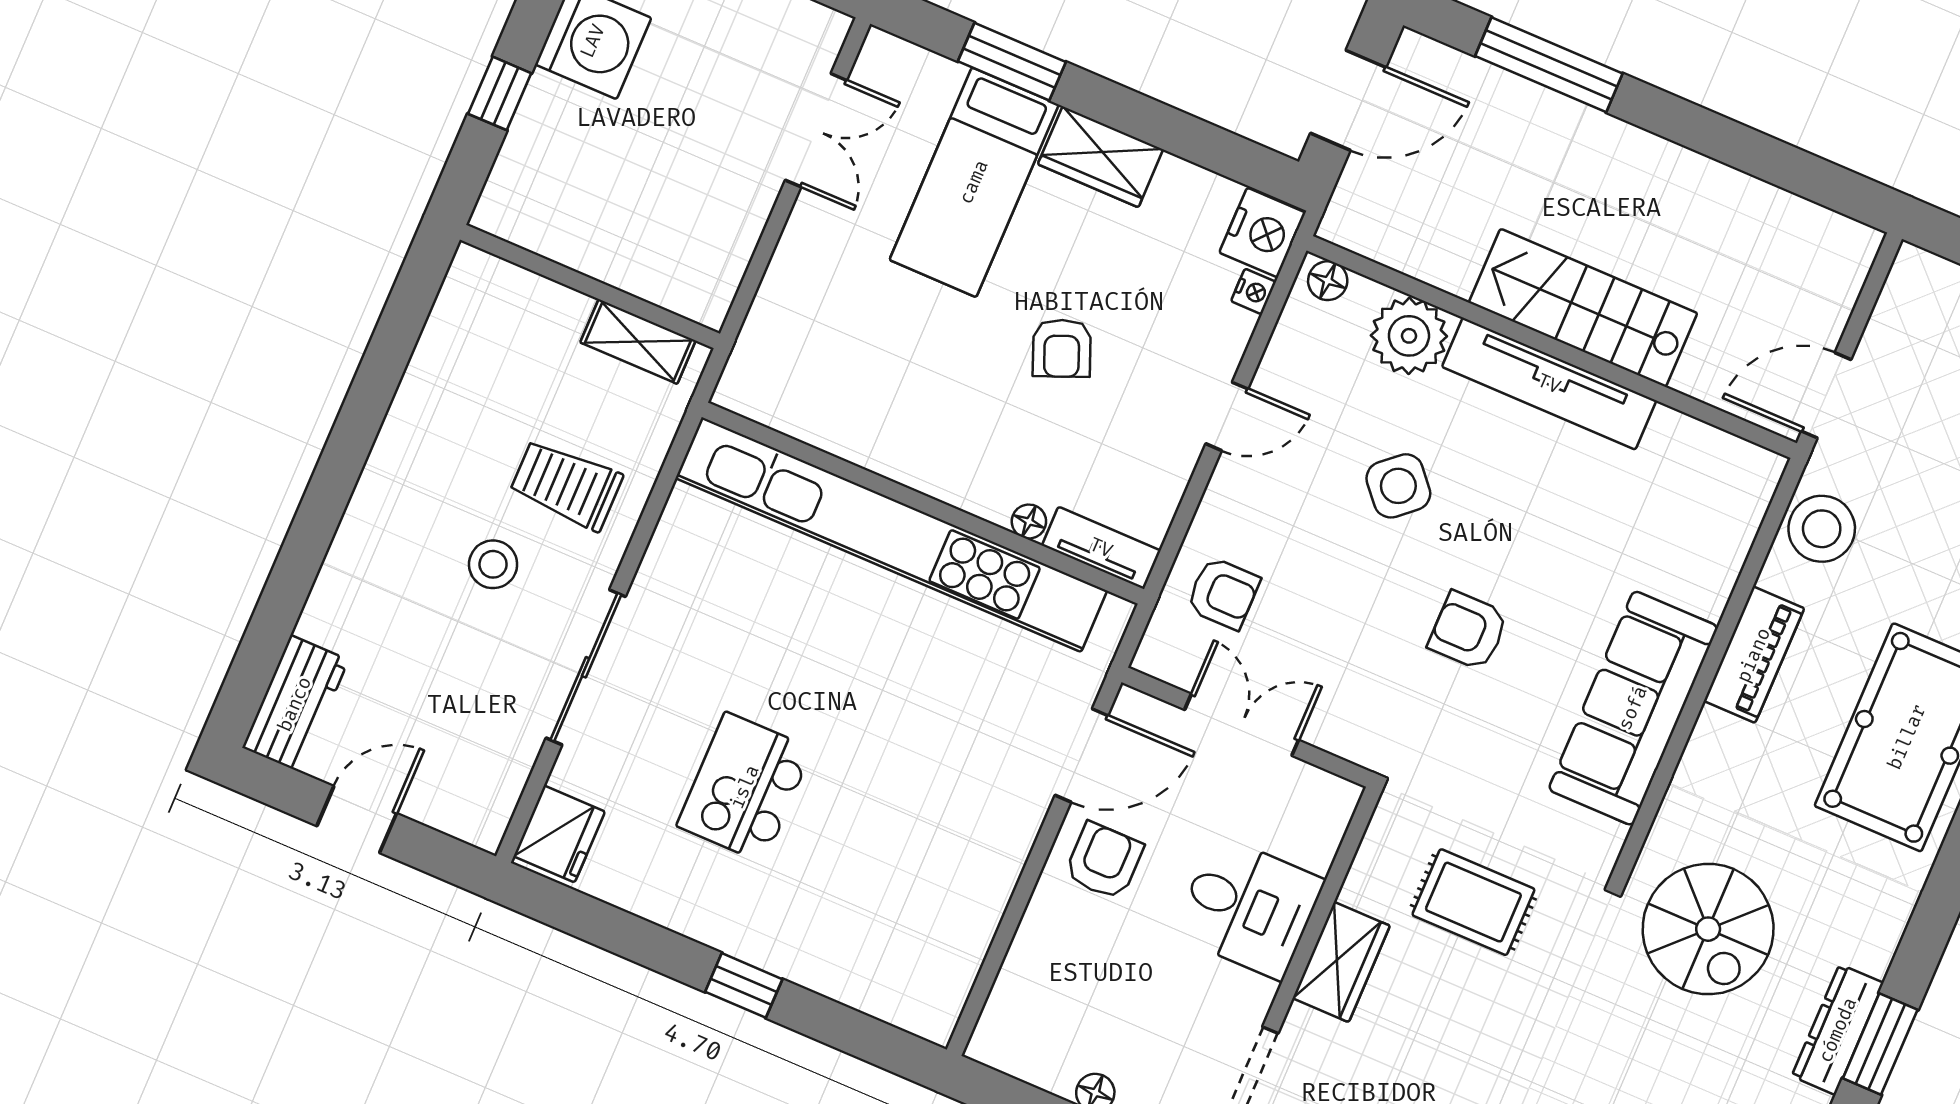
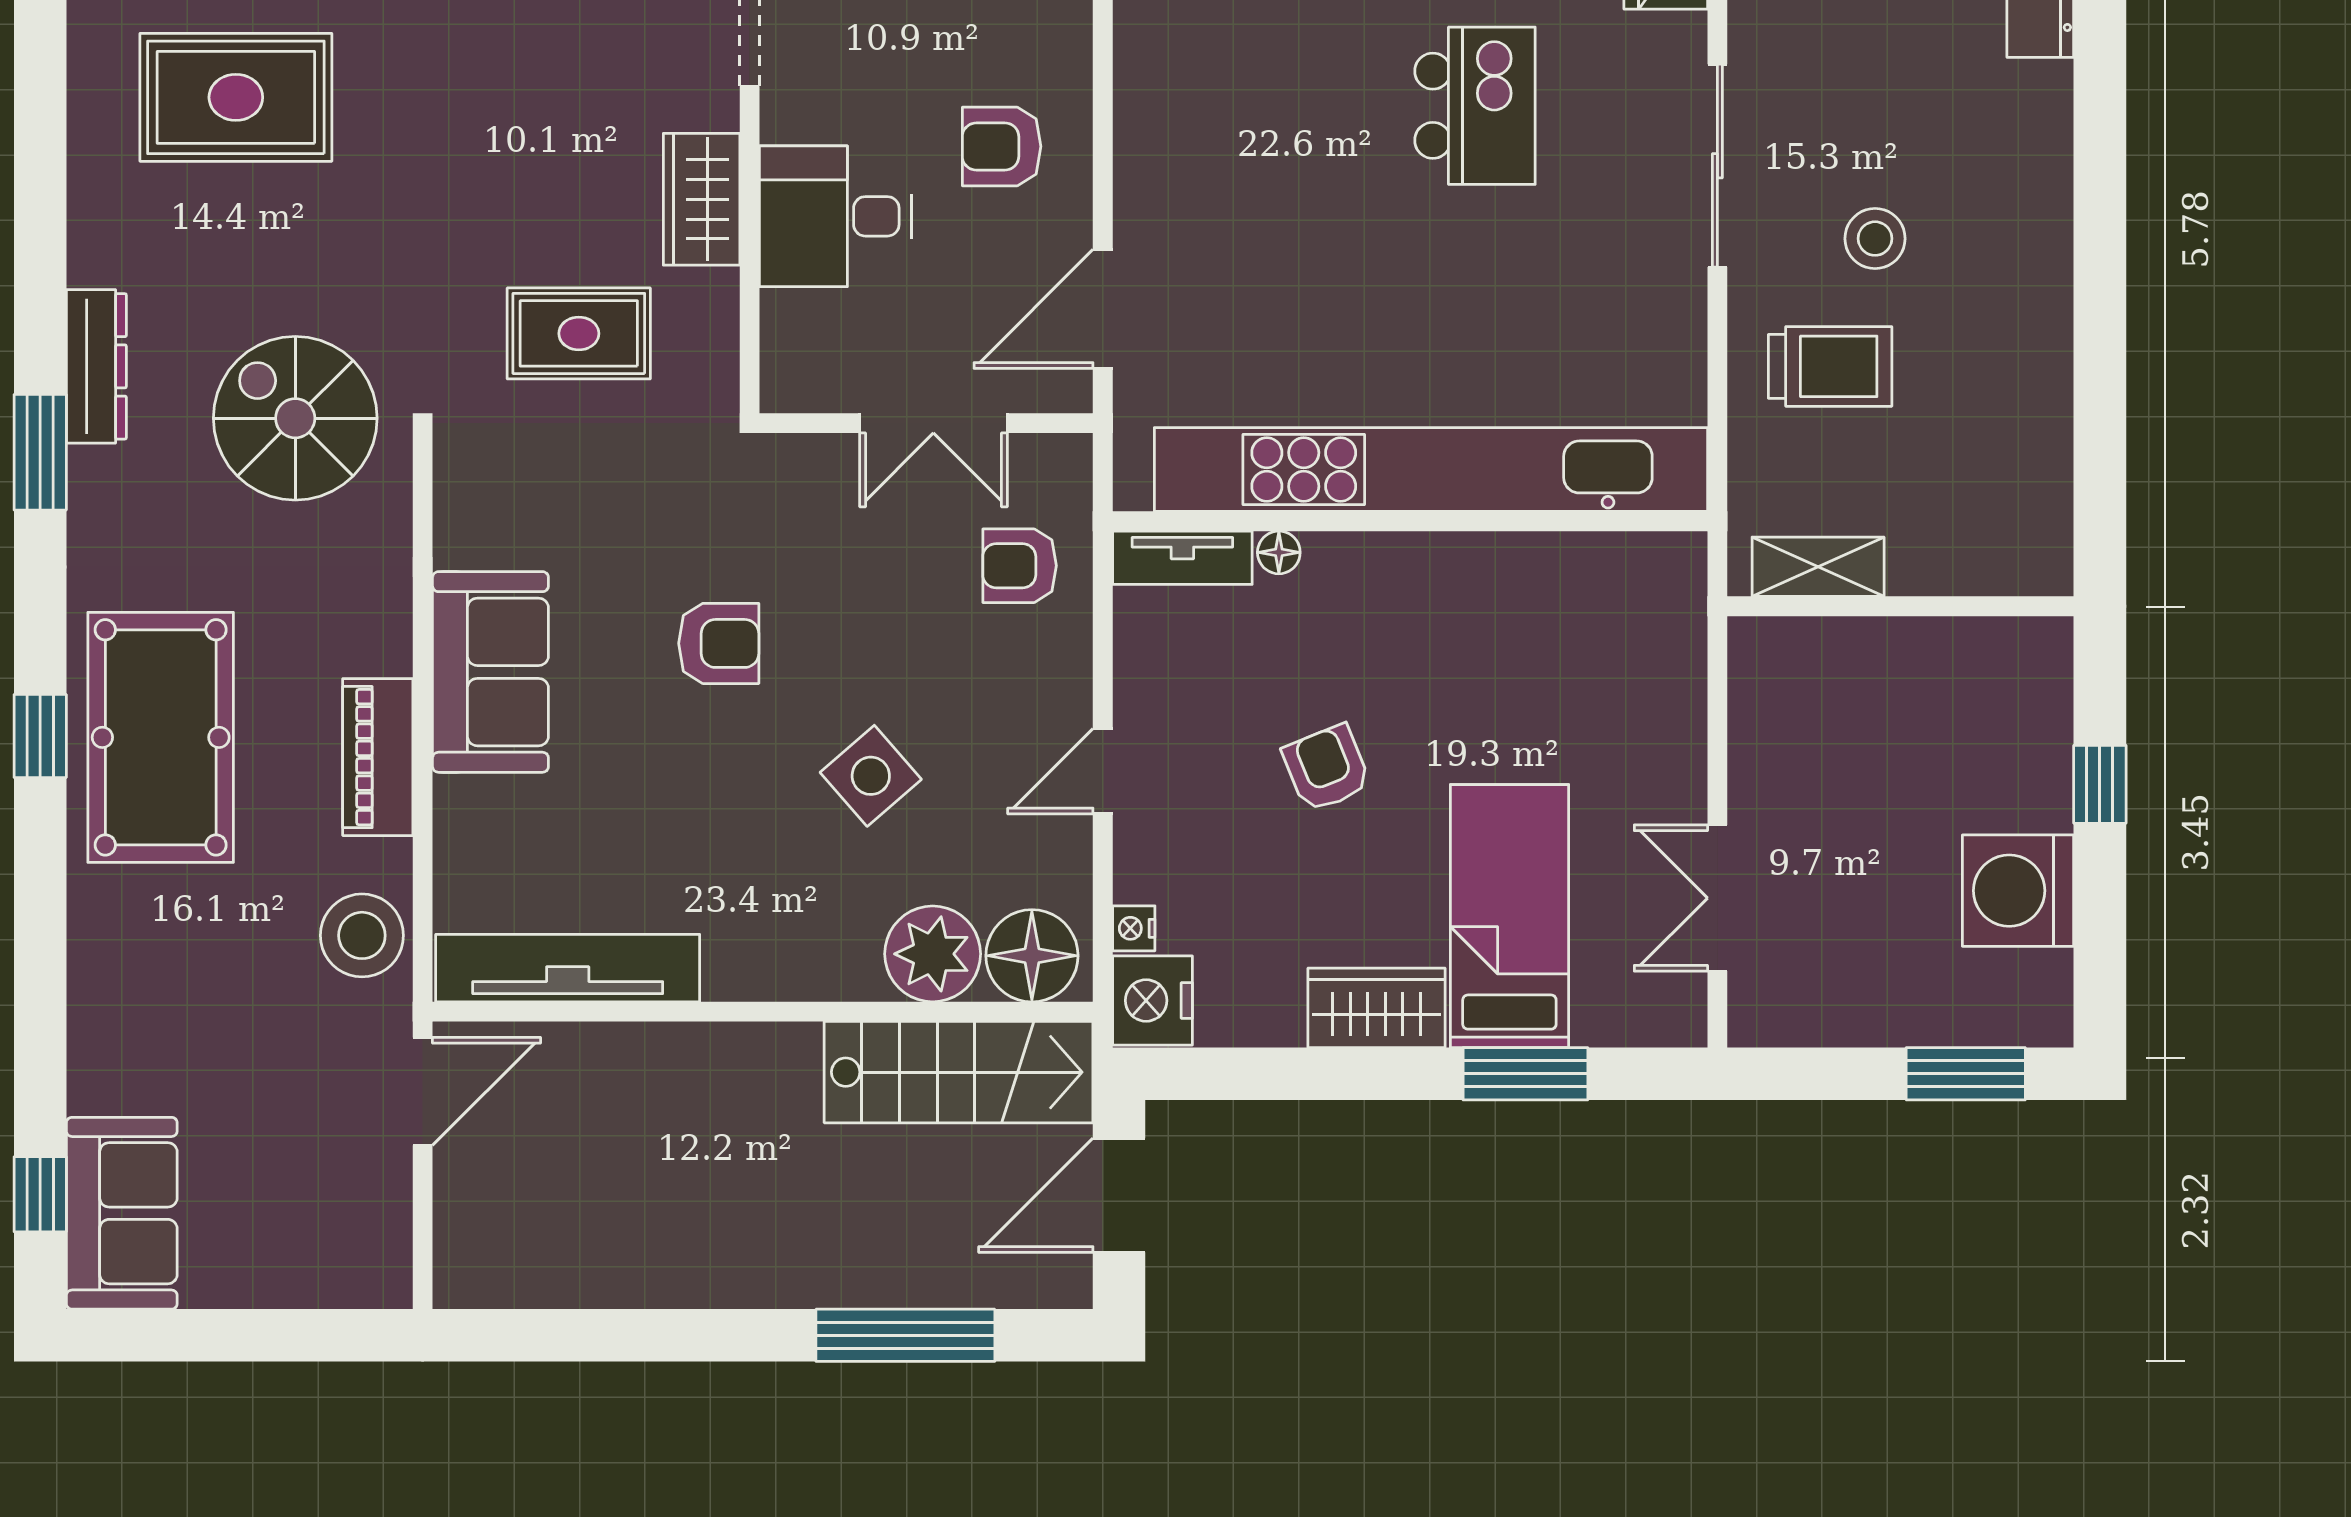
floor lamp: (1328, 281) -> (1032, 956), width x1.89, depth x1.89
stairs: (1583, 308) -> (959, 1072), moved
tv unit: (1549, 384) -> (568, 968), moved
sofa: (1633, 708) -> (490, 672), width x0.73
armchair: (1104, 861) -> (1002, 146), moved, turned 90
window: (1880, 1044) -> (40, 452), moved

